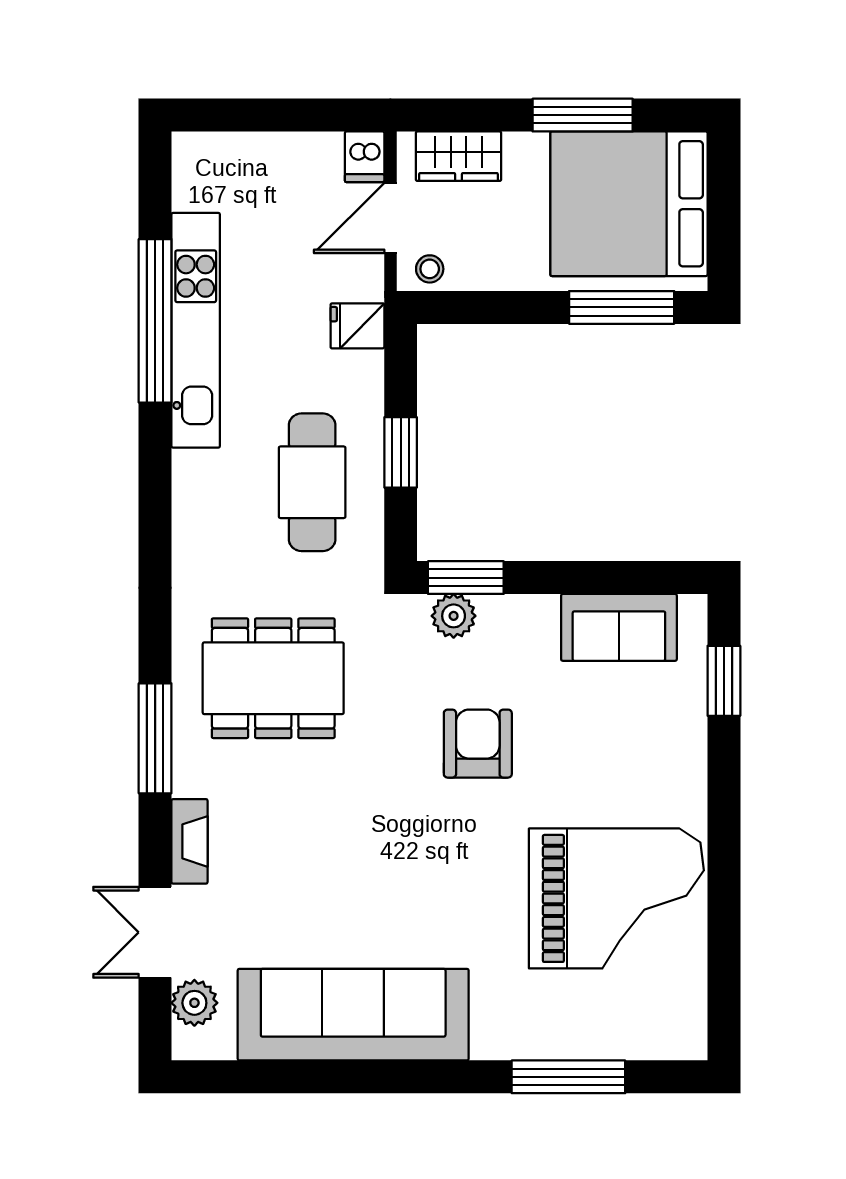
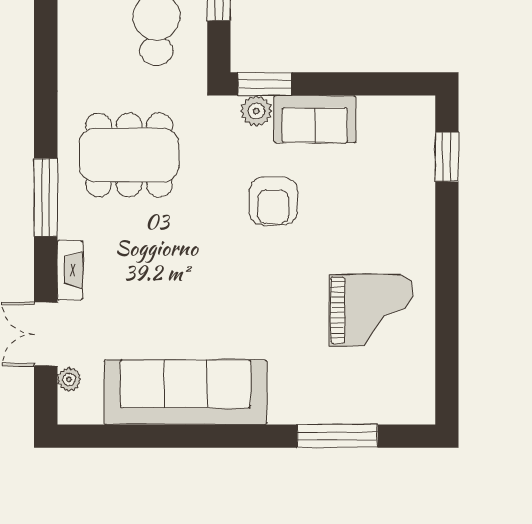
sofa: (619, 627) -> (315, 119), moved
armchair: (478, 744) -> (273, 201), turned 180
grand piano: (616, 898) -> (371, 310), width x0.73, depth x0.68
plant: (194, 1003) -> (69, 379), width x0.73, depth x0.73

